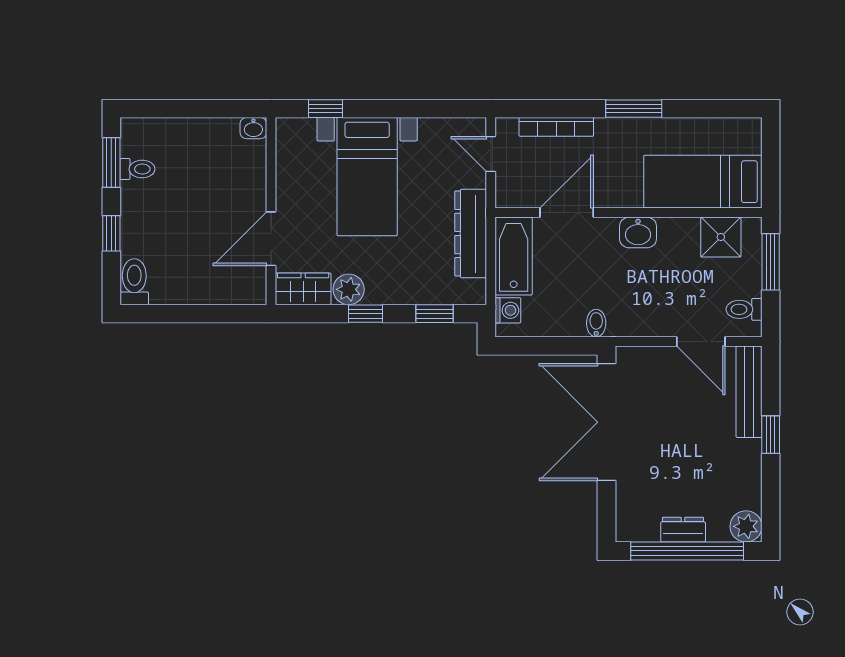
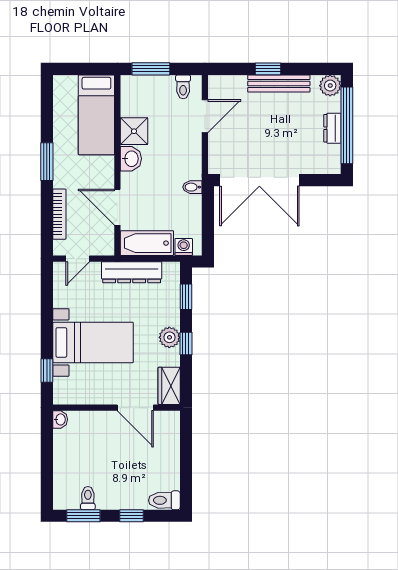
shower: (721, 237) -> (134, 131), moved
plant: (349, 289) -> (169, 337), moved
bench: (749, 392) -> (279, 84), moved

